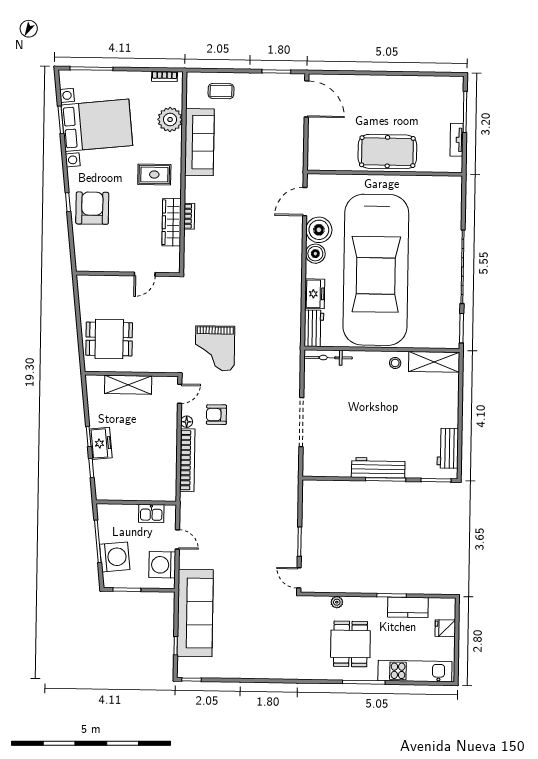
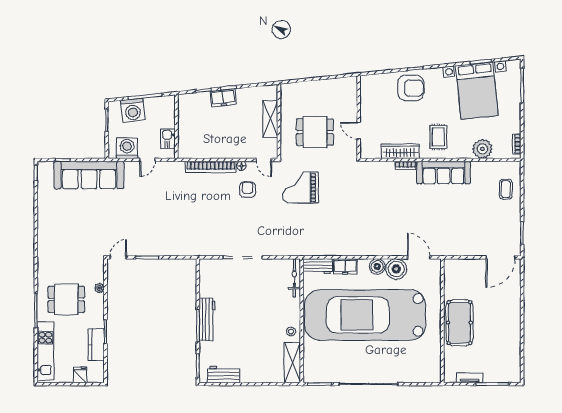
sofa: (199, 142) -> (444, 173), moved
dining table: (109, 339) -> (315, 132), moved, turned 90

